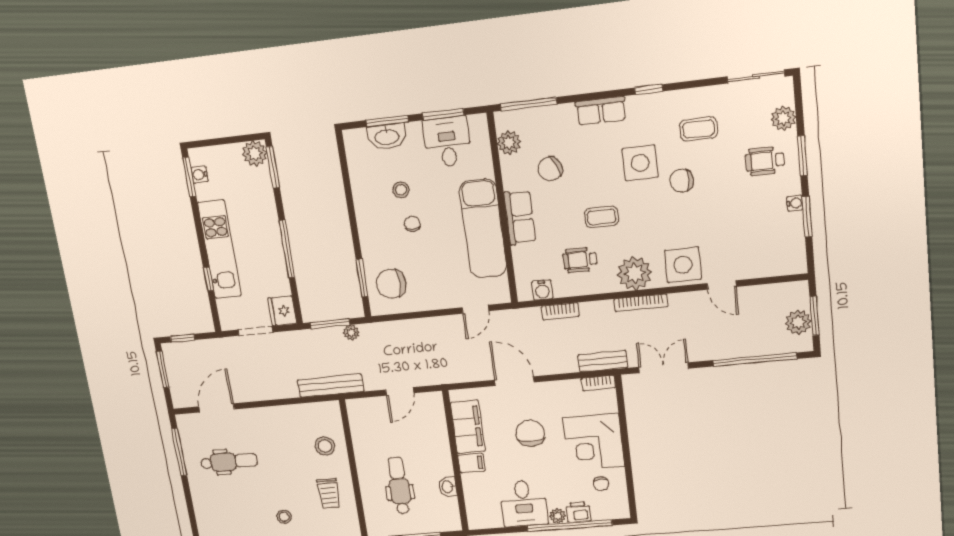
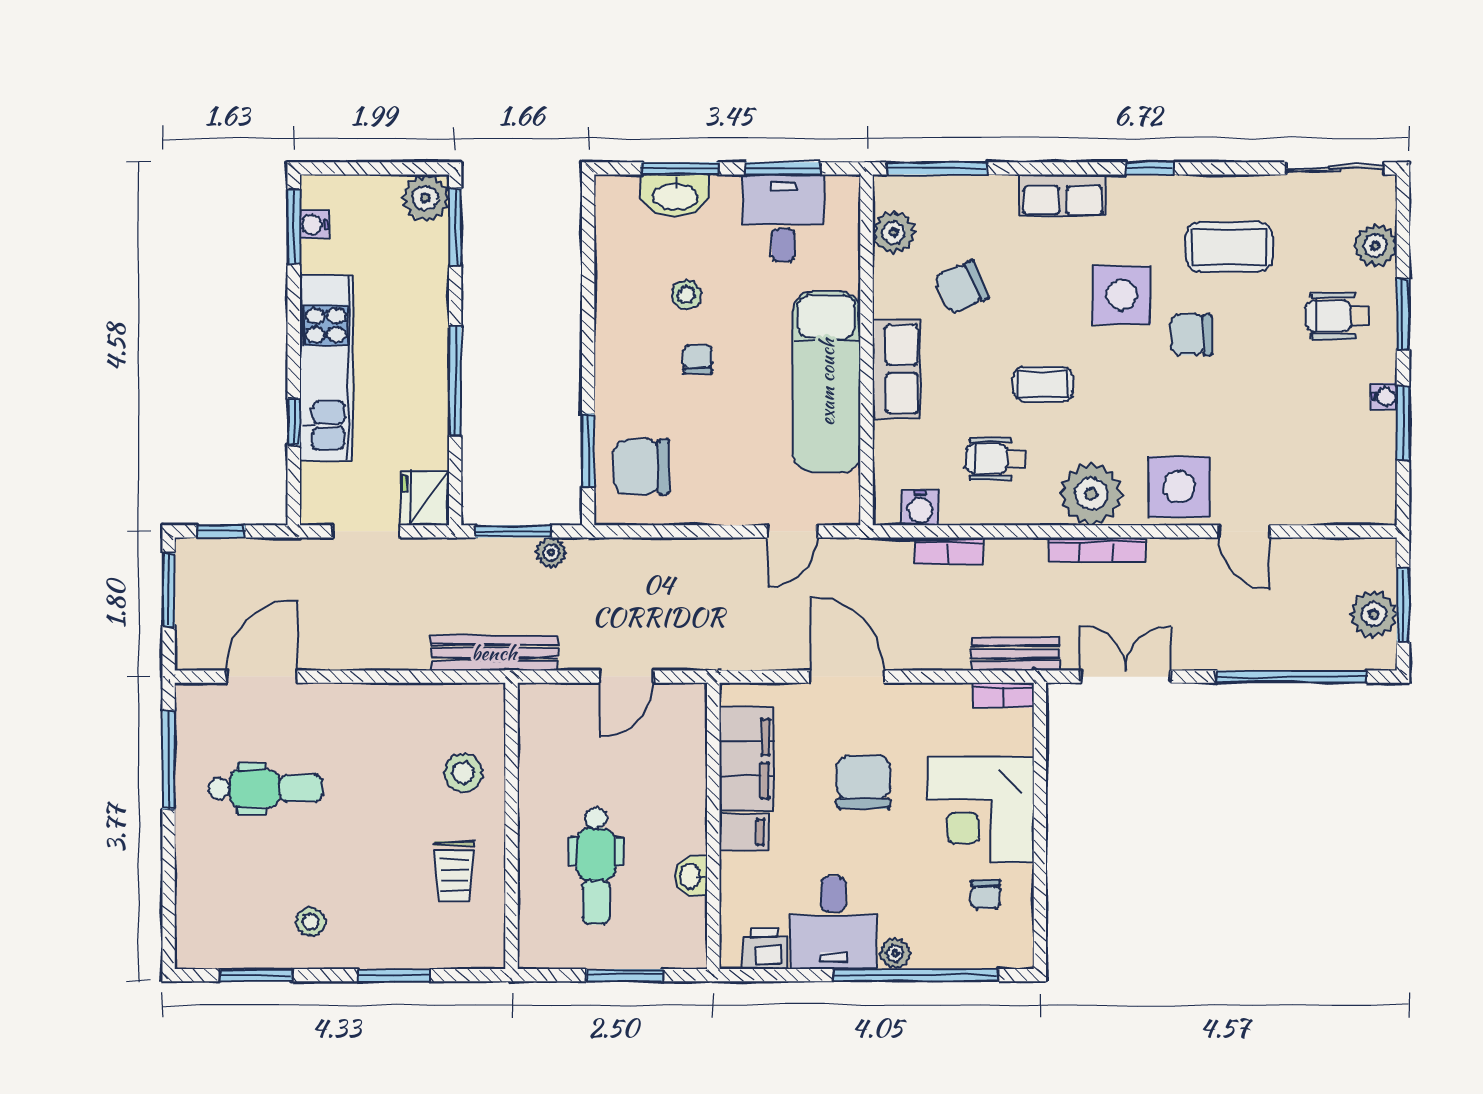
coffee table: (699, 129) -> (1229, 247), width x1.36, depth x1.30
dental chair: (399, 486) -> (596, 866), turned 180
printer: (578, 512) -> (765, 949), moved
stool: (284, 517) -> (311, 922), moved

